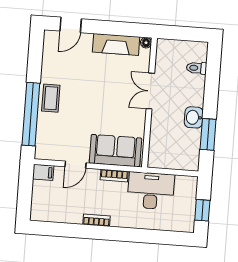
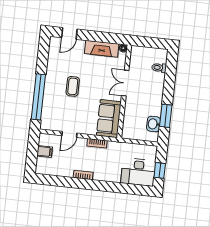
coffee table: (51, 98) -> (73, 86), moved
washbasin: (194, 117) -> (154, 124), moved
sofa: (115, 151) -> (109, 119), moved, turned -90
filing cabinet: (43, 172) -> (45, 151), moved
desk: (151, 191) -> (138, 172), moved, turned 180

